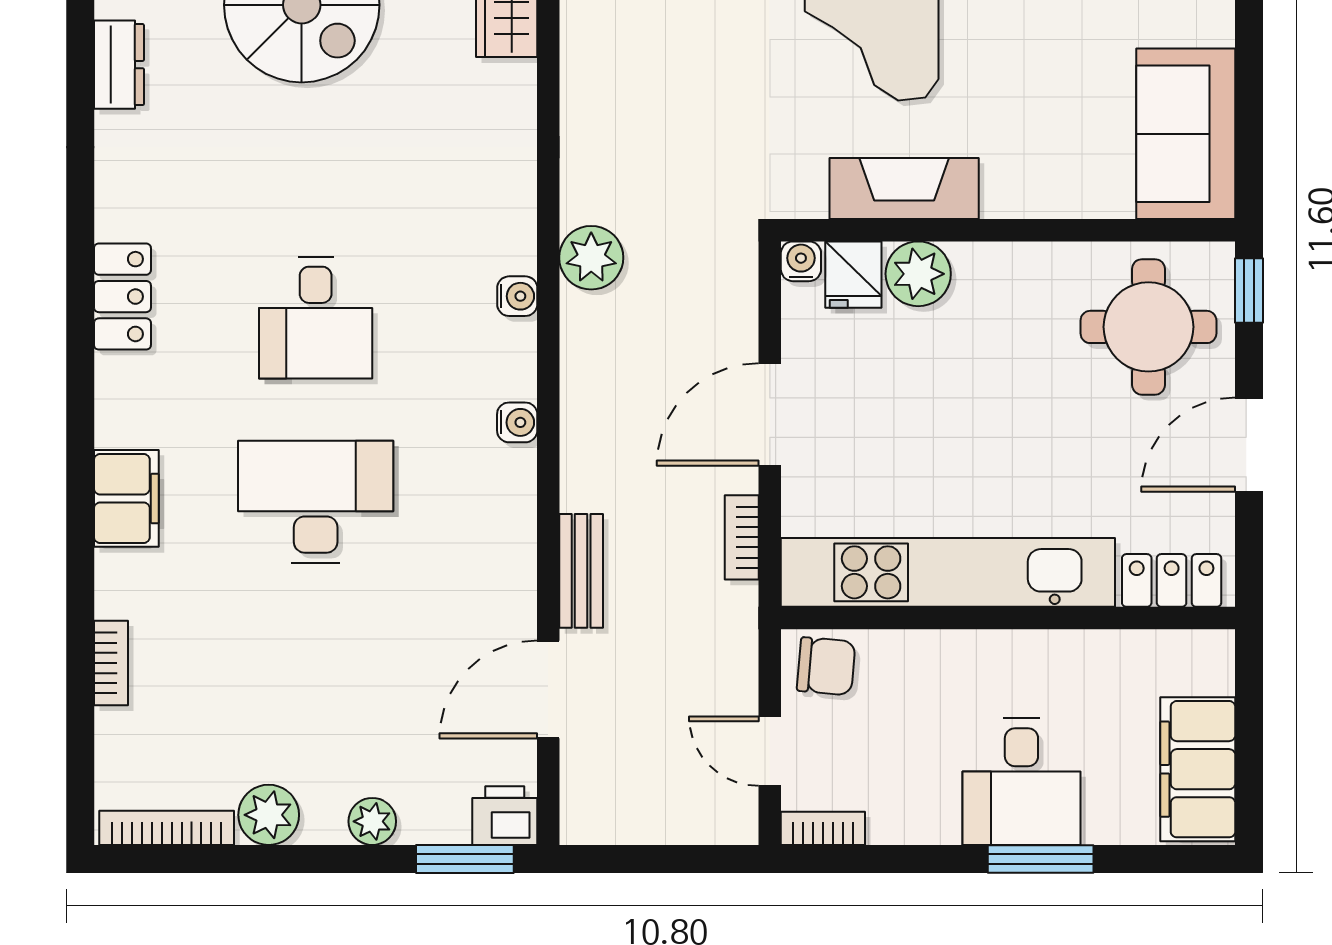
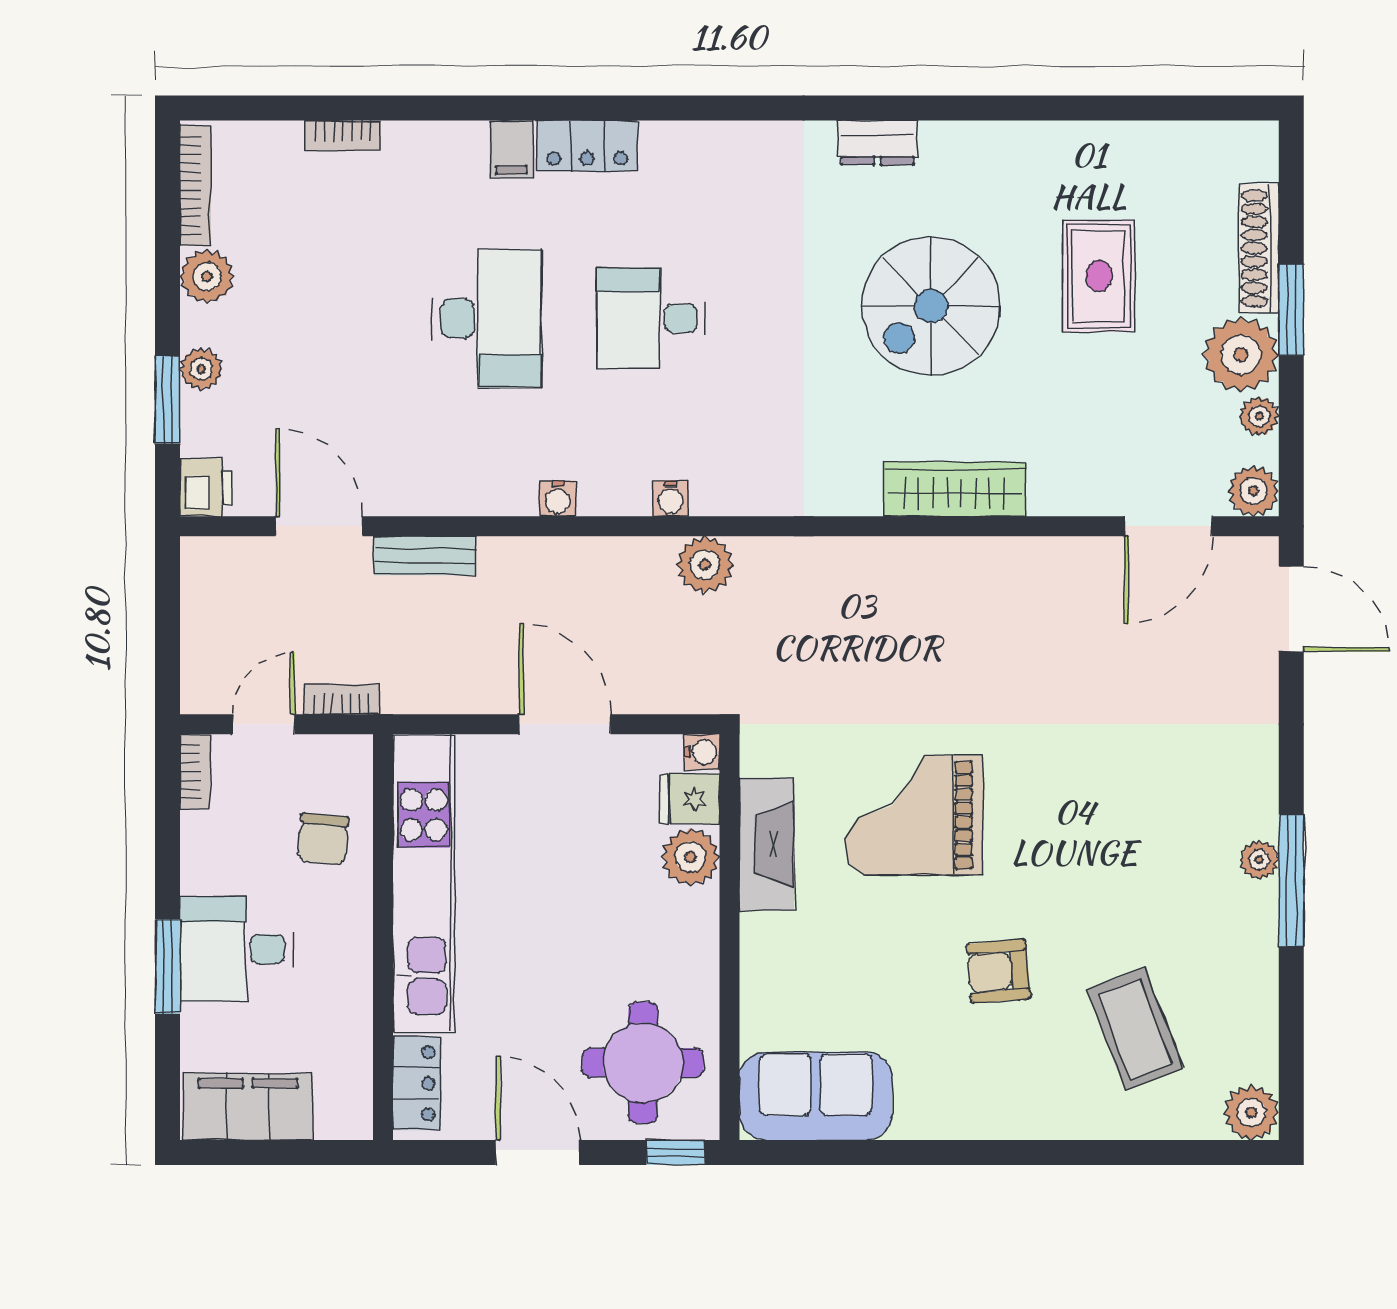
locker: (122, 297) -> (587, 146), moved
filing cabinet: (126, 498) -> (511, 149), width x0.50
bookcase: (742, 537) -> (341, 699), moved
chair: (826, 666) -> (323, 839), moved
window: (465, 859) -> (168, 400), moved

